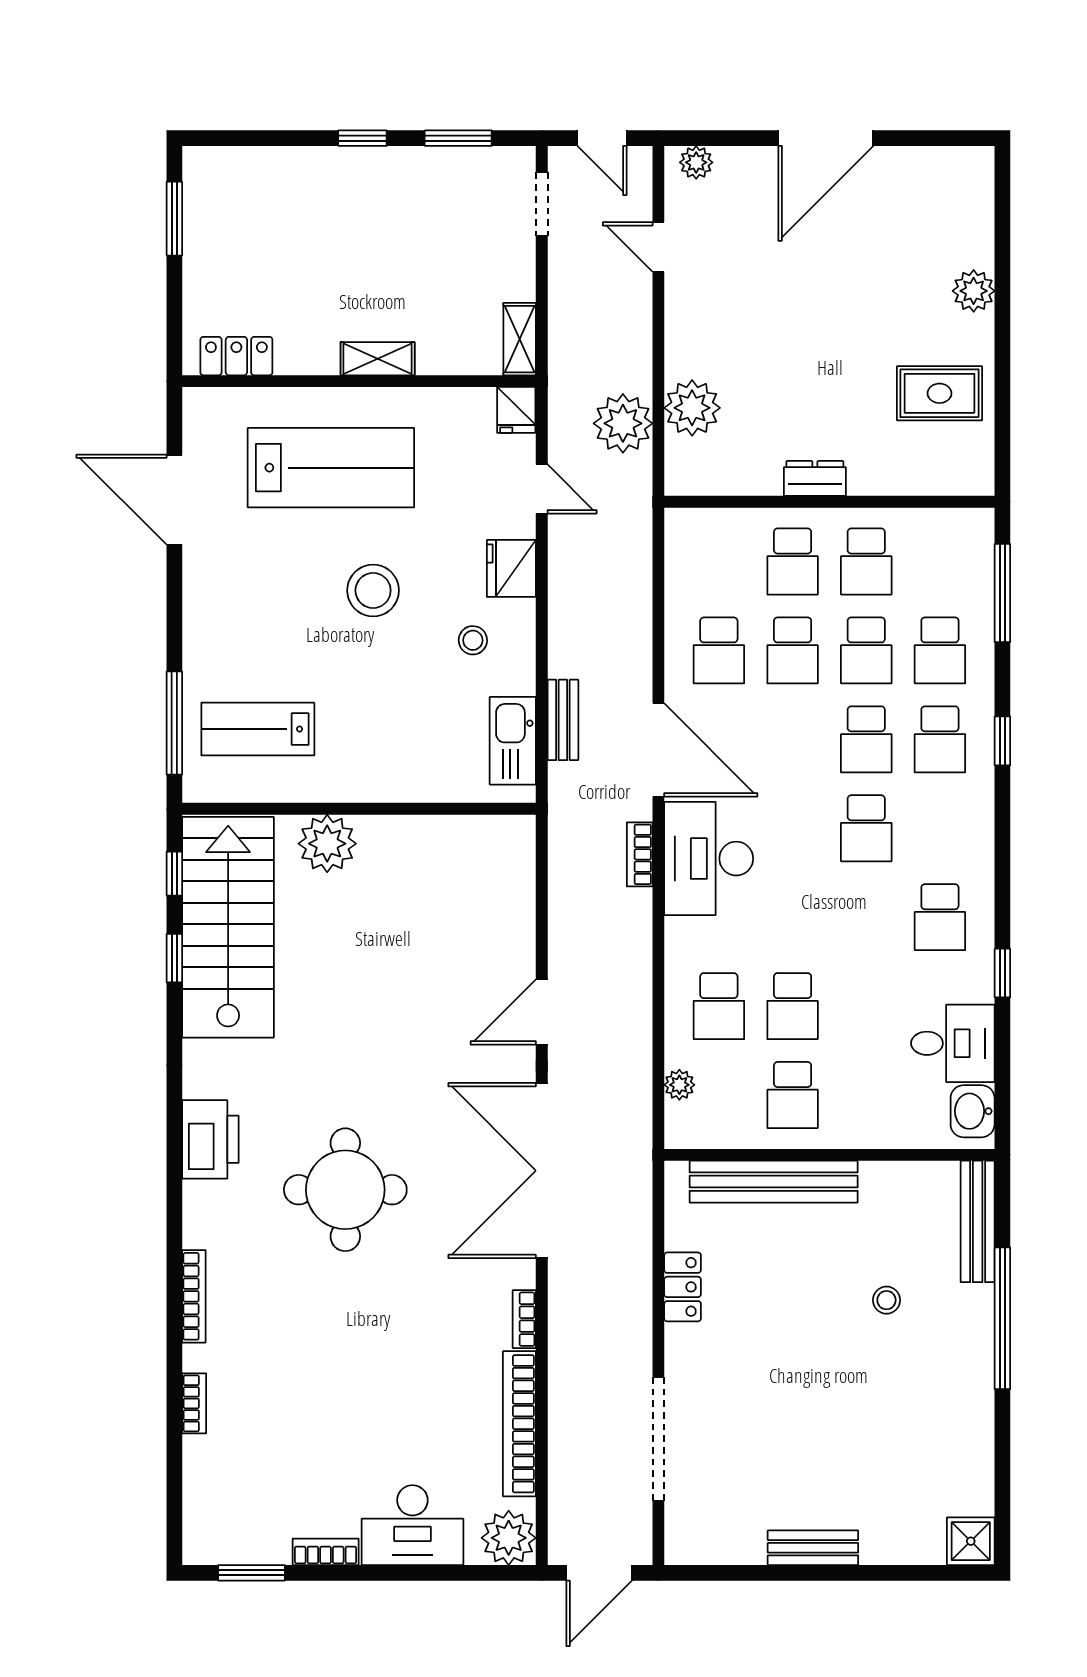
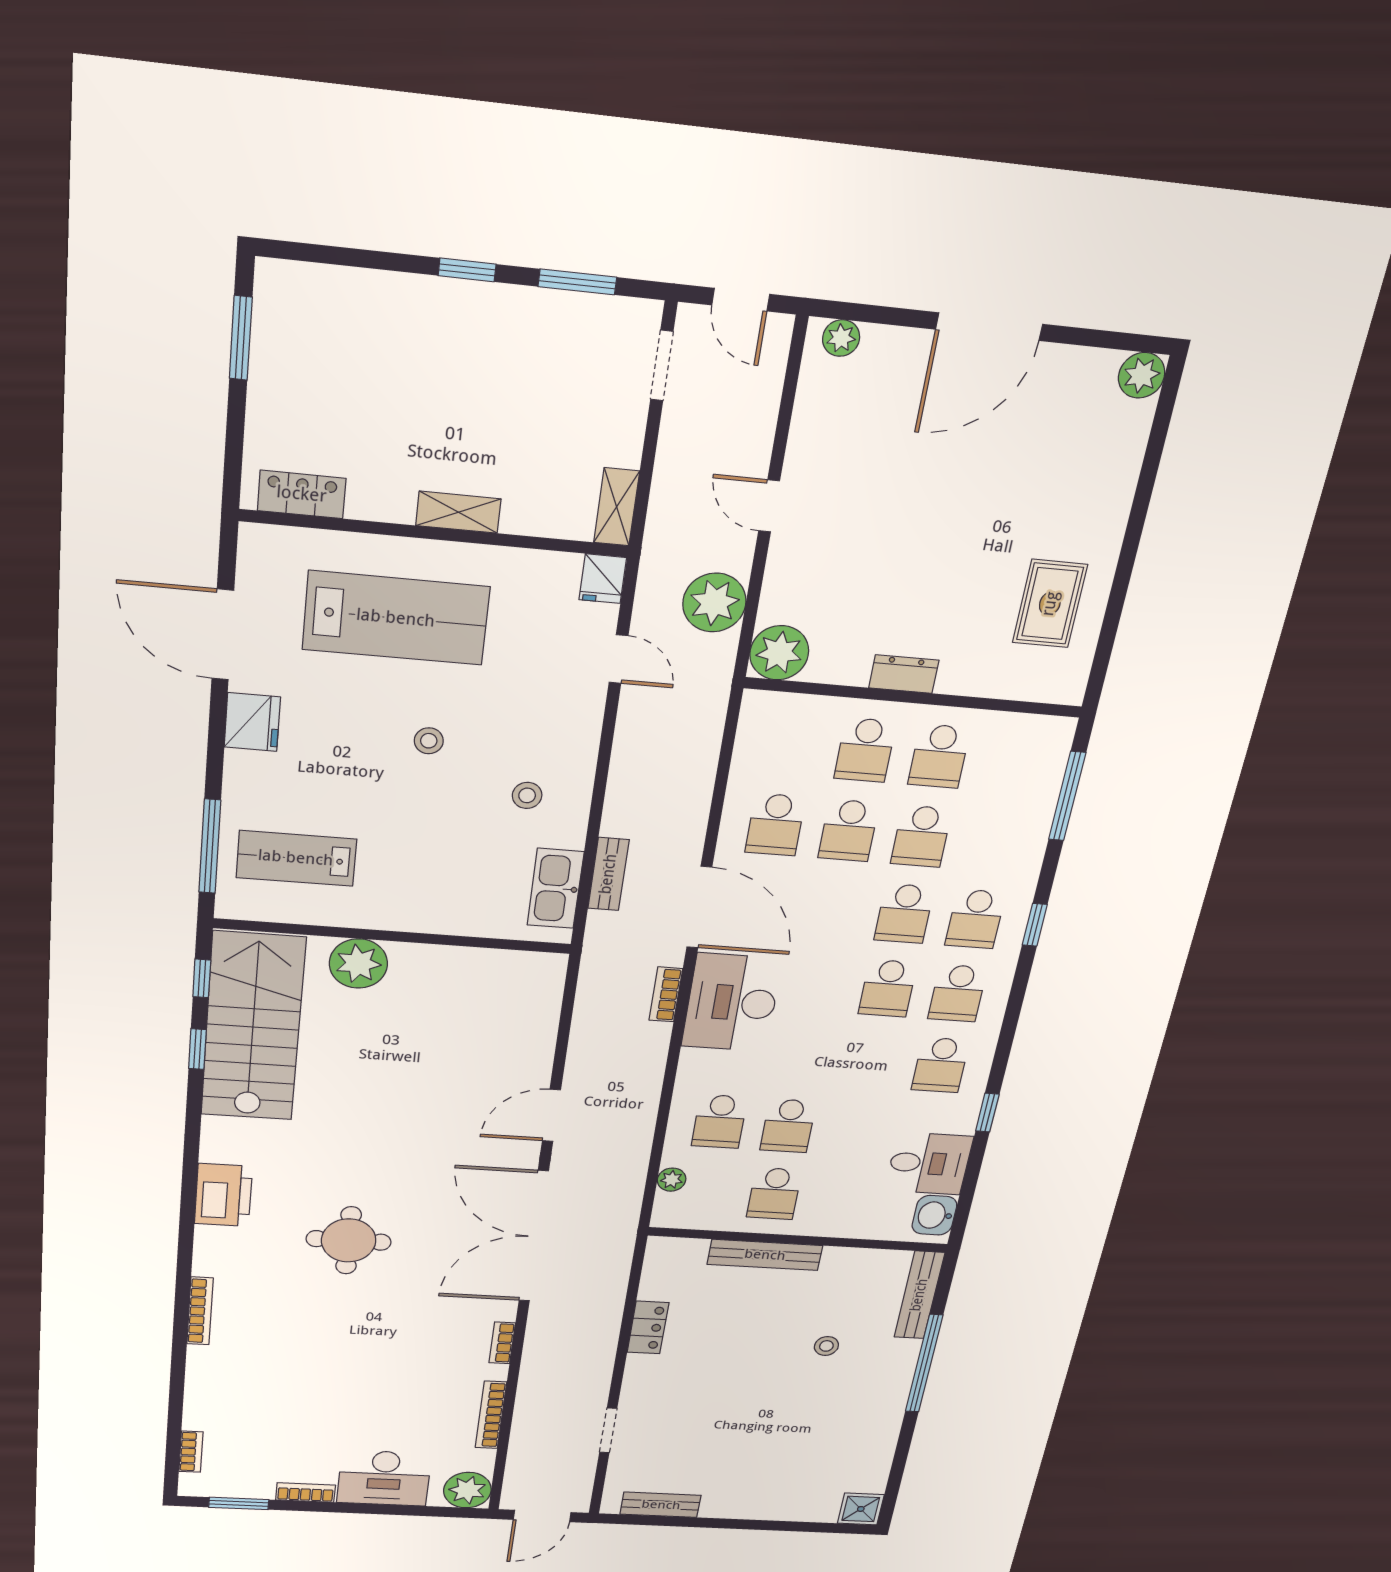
door: (658, 247) -> (769, 506), moved
plant: (974, 291) -> (1142, 375), moved
rug: (939, 393) -> (1050, 604), turned 90
plant: (692, 408) -> (779, 653), moved
fridge: (511, 568) -> (252, 722), moved, turned 180
stool: (373, 590) -> (429, 741), width x0.53, depth x0.53
school desk: (940, 650) -> (958, 993), moved
bench: (774, 1182) -> (765, 1255), width x0.73, depth x0.82
round table: (345, 1190) -> (349, 1240), width x0.73, depth x0.73
bookcase: (194, 1403) -> (191, 1452), moved
bookcase: (519, 1424) -> (491, 1415), width x0.68, depth x0.76
doorway: (658, 1439) -> (608, 1430), width x0.53
bench: (813, 1548) -> (661, 1505), moved

